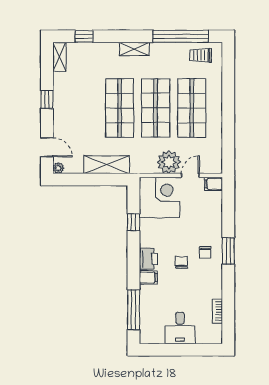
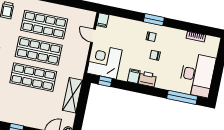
plant: (169, 162) -> (80, 49), removed
window: (134, 222) -> (105, 81), moved
filing cabinet: (148, 278) -> (134, 76), moved
desk: (180, 328) -> (197, 75), width x1.87, depth x1.30

